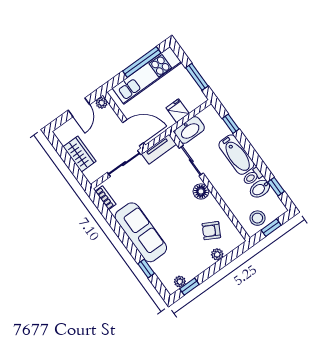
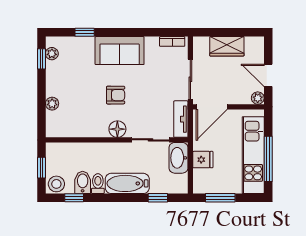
stool: (257, 218) -> (56, 184), moved
armchair: (211, 231) -> (116, 95), moved, turned 62
sofa: (141, 232) -> (120, 51), width x0.73

